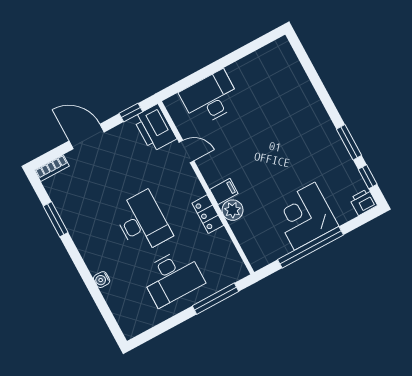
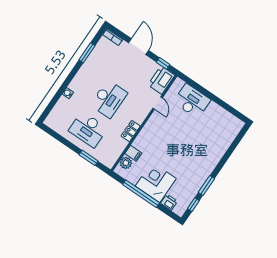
filing cabinet: (224, 191) -> (133, 153), moved
printer: (363, 202) -> (169, 202), moved
plant: (233, 210) -> (126, 163), moved
window: (216, 299) -> (89, 158), width x0.69

